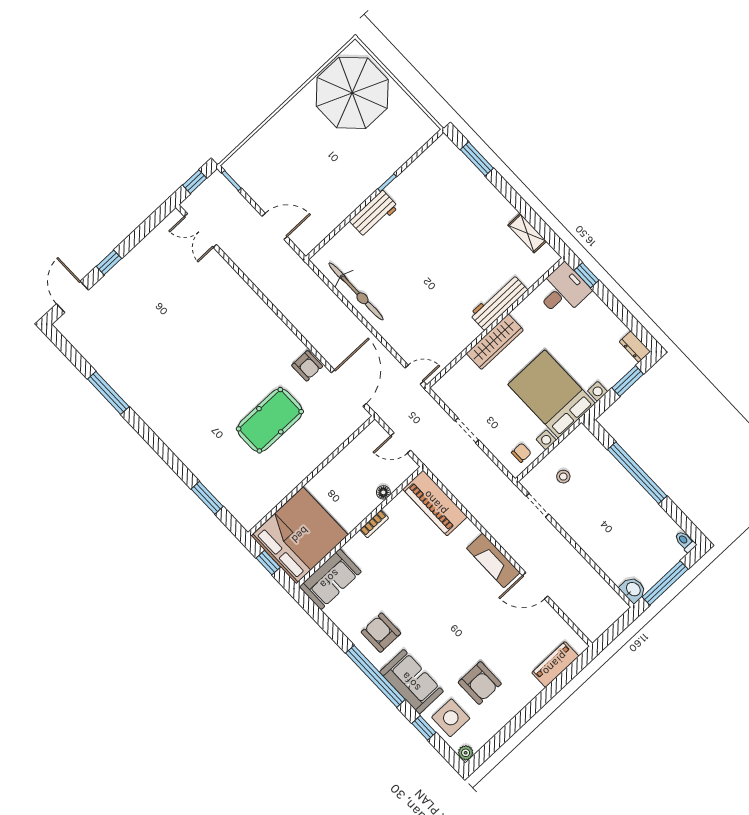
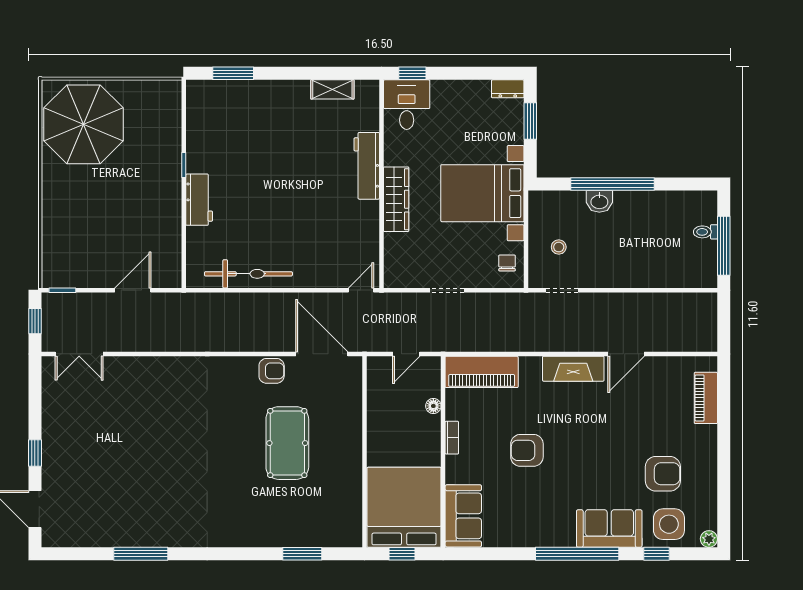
toilet: (685, 542) -> (705, 232), moved
washbasin: (633, 590) -> (599, 201), moved, turned 180
armchair: (381, 633) -> (527, 450), moved

